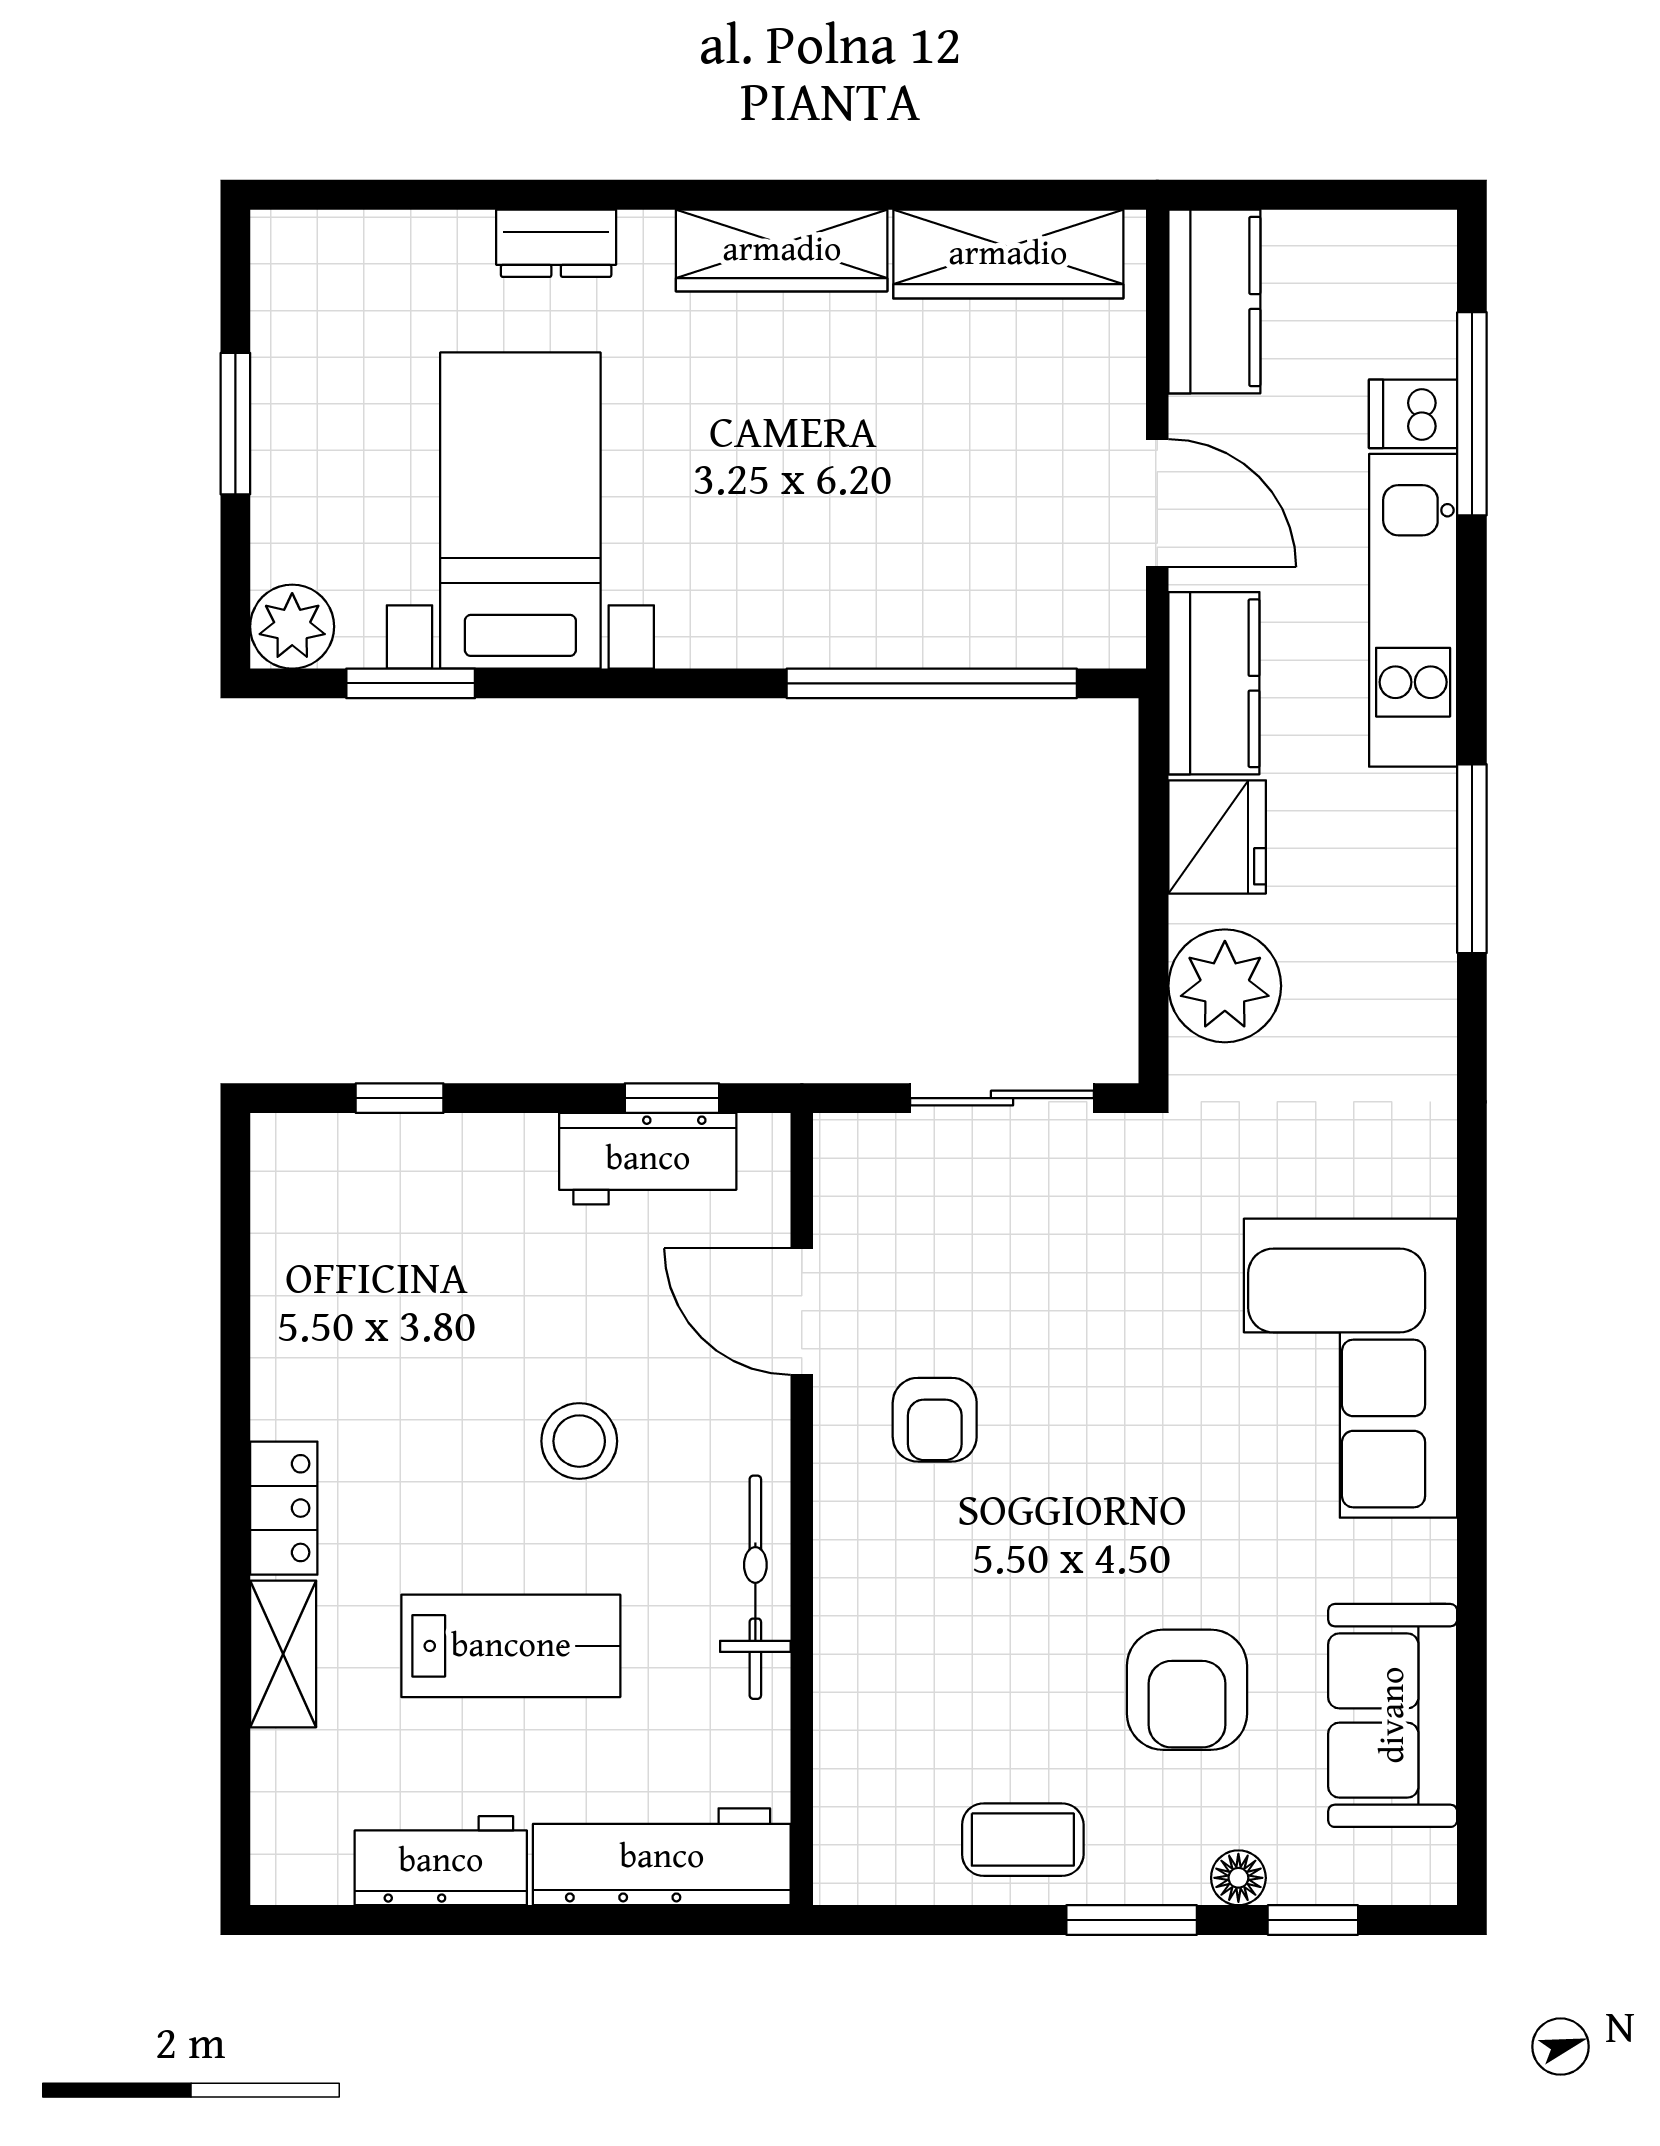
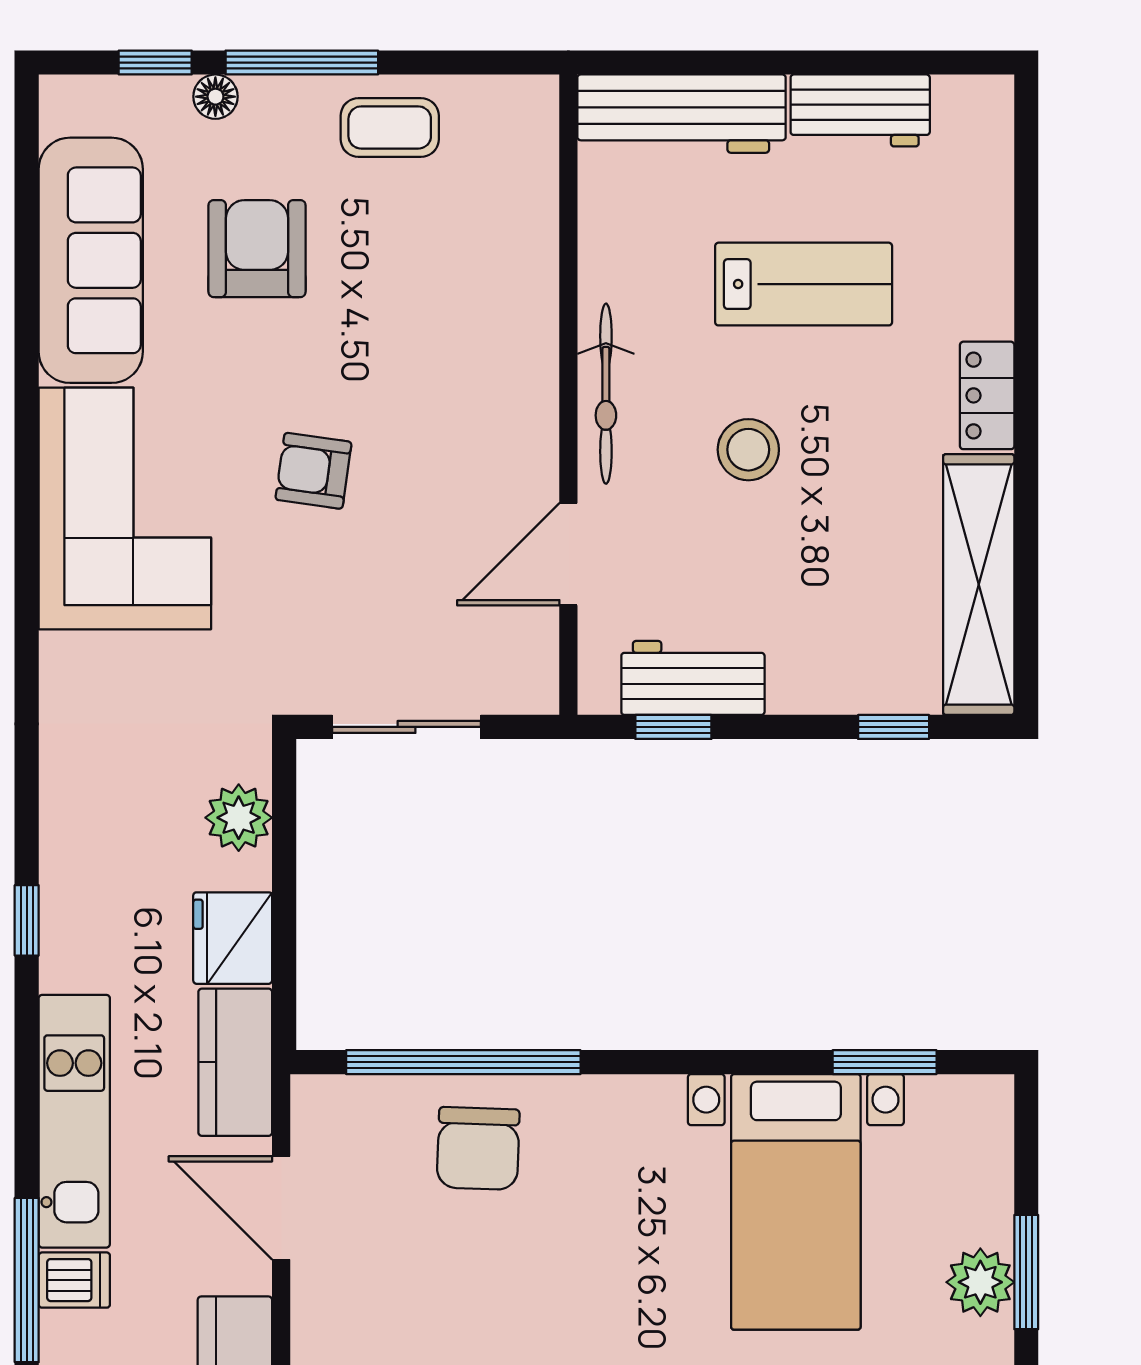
chair: (913, 577) -> (478, 1148), added
plant: (292, 627) -> (980, 1282), moved
window: (1472, 859) -> (27, 920), width x0.46
plant: (1225, 986) -> (239, 818), width x0.73, depth x0.73
door: (802, 1312) -> (568, 554), swing flipped
armchair: (935, 1420) -> (313, 471), moved, turned -82
bicycle: (755, 1587) -> (606, 394), moved
lab bench: (511, 1646) -> (804, 284), turned 180
shelving: (283, 1654) -> (979, 584), moved, width x2.20, depth x1.33
sofa: (1393, 1715) -> (91, 260), width x1.36
window: (1132, 1920) -> (302, 63), width x1.44

